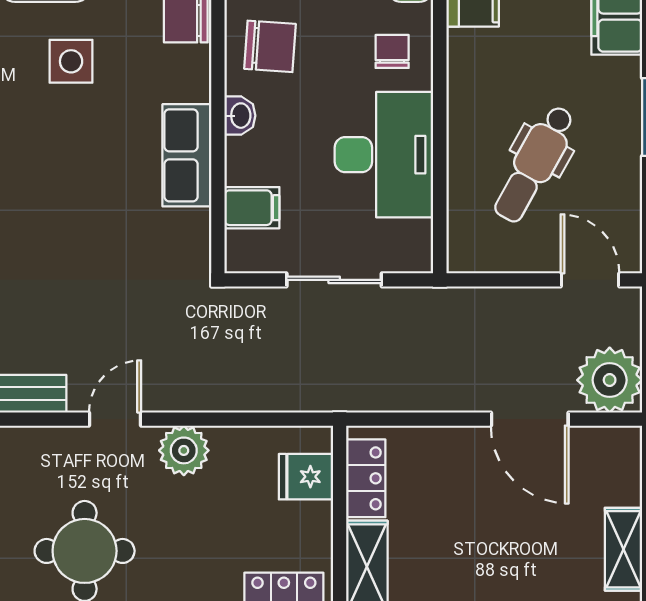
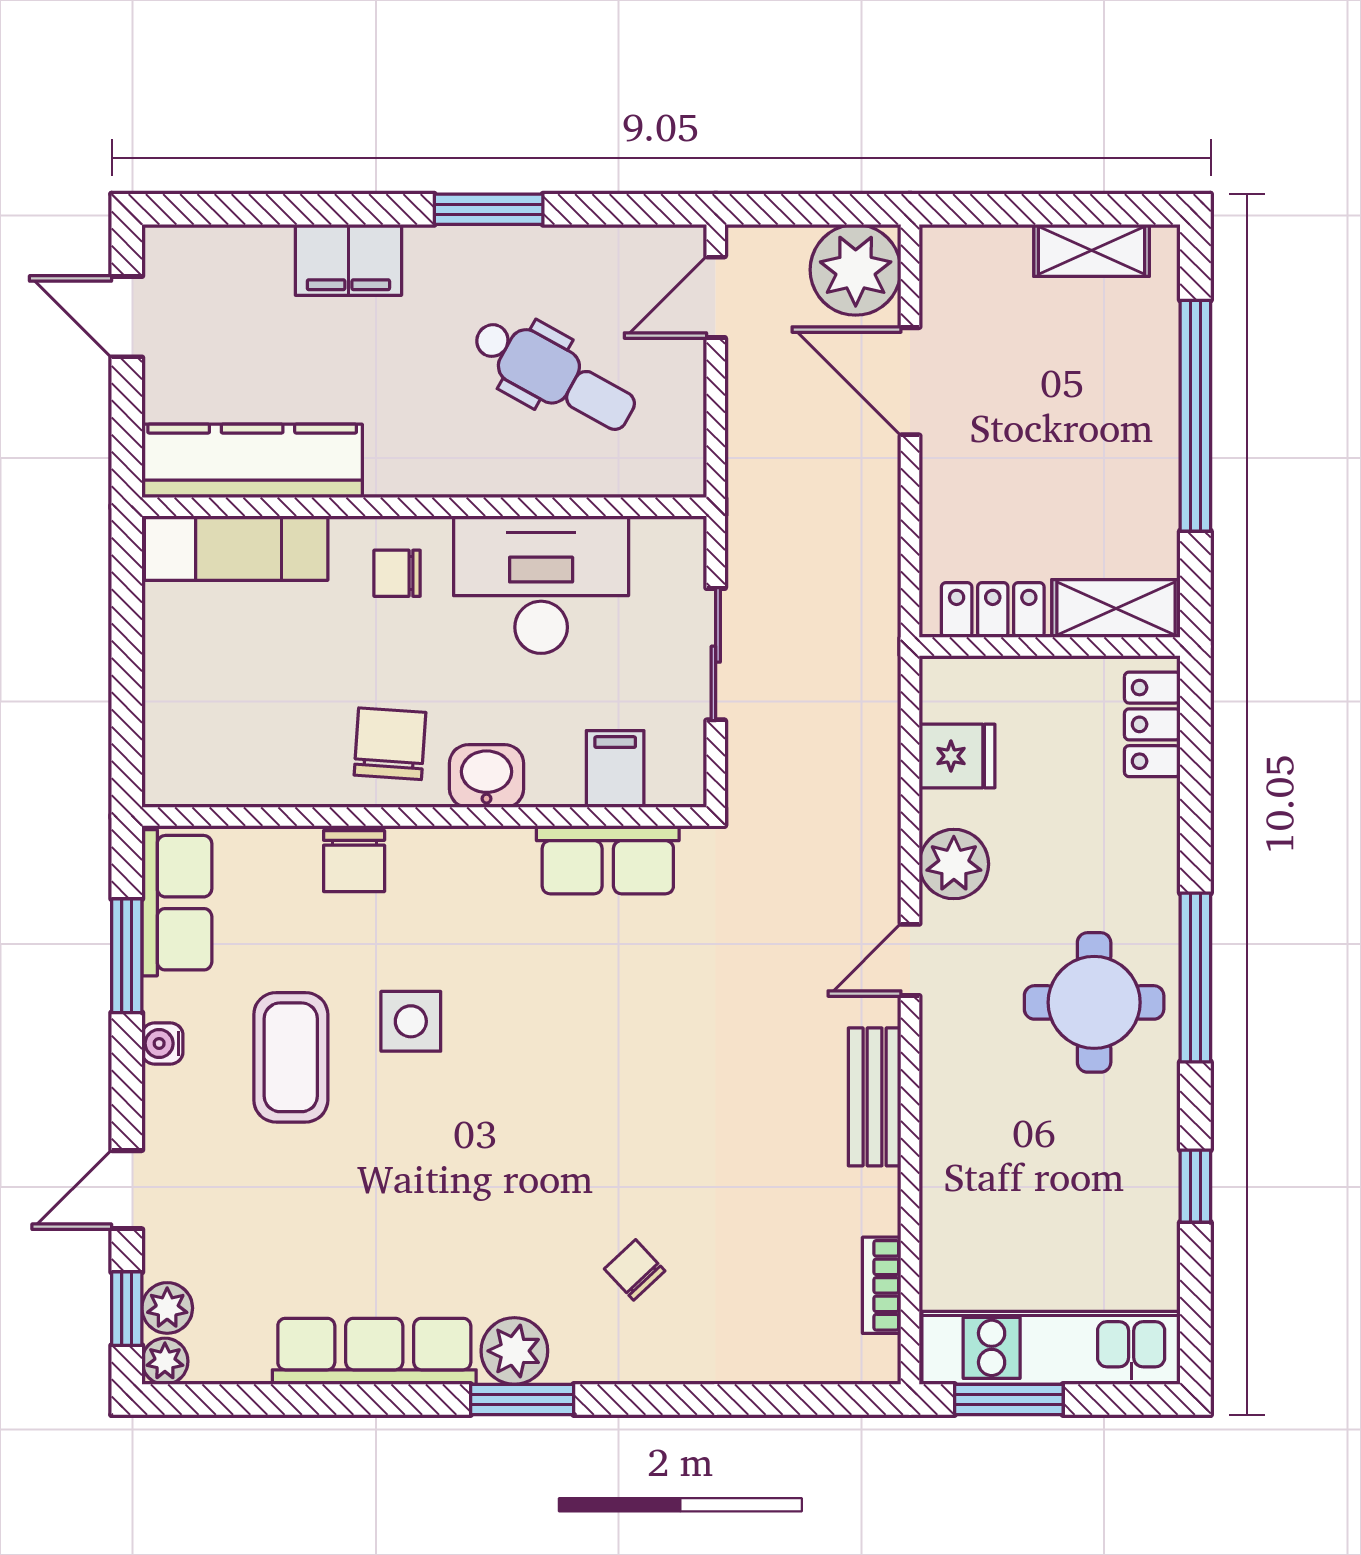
washbasin: (240, 116) -> (487, 776), width x1.38, depth x1.45
row of seats: (187, 155) -> (608, 860), moved
door: (115, 419) -> (910, 960), hinge flipped
door: (530, 419) -> (910, 381), swing flipped
fridge: (306, 477) -> (957, 756), moved, turned -90

